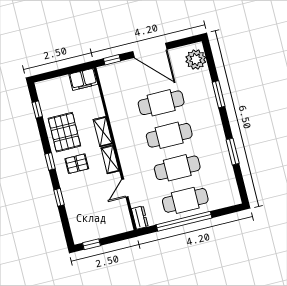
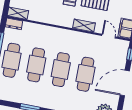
shelving: (110, 159) -> (18, 13), moved
door: (125, 188) -> (109, 36), moved

